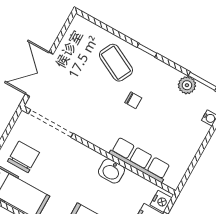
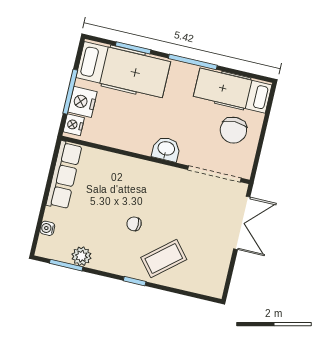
coffee table: (116, 63) -> (164, 258), turned -67
row of seats: (140, 160) -> (64, 175), moved, turned -90
washbasin: (111, 171) -> (166, 149), moved

